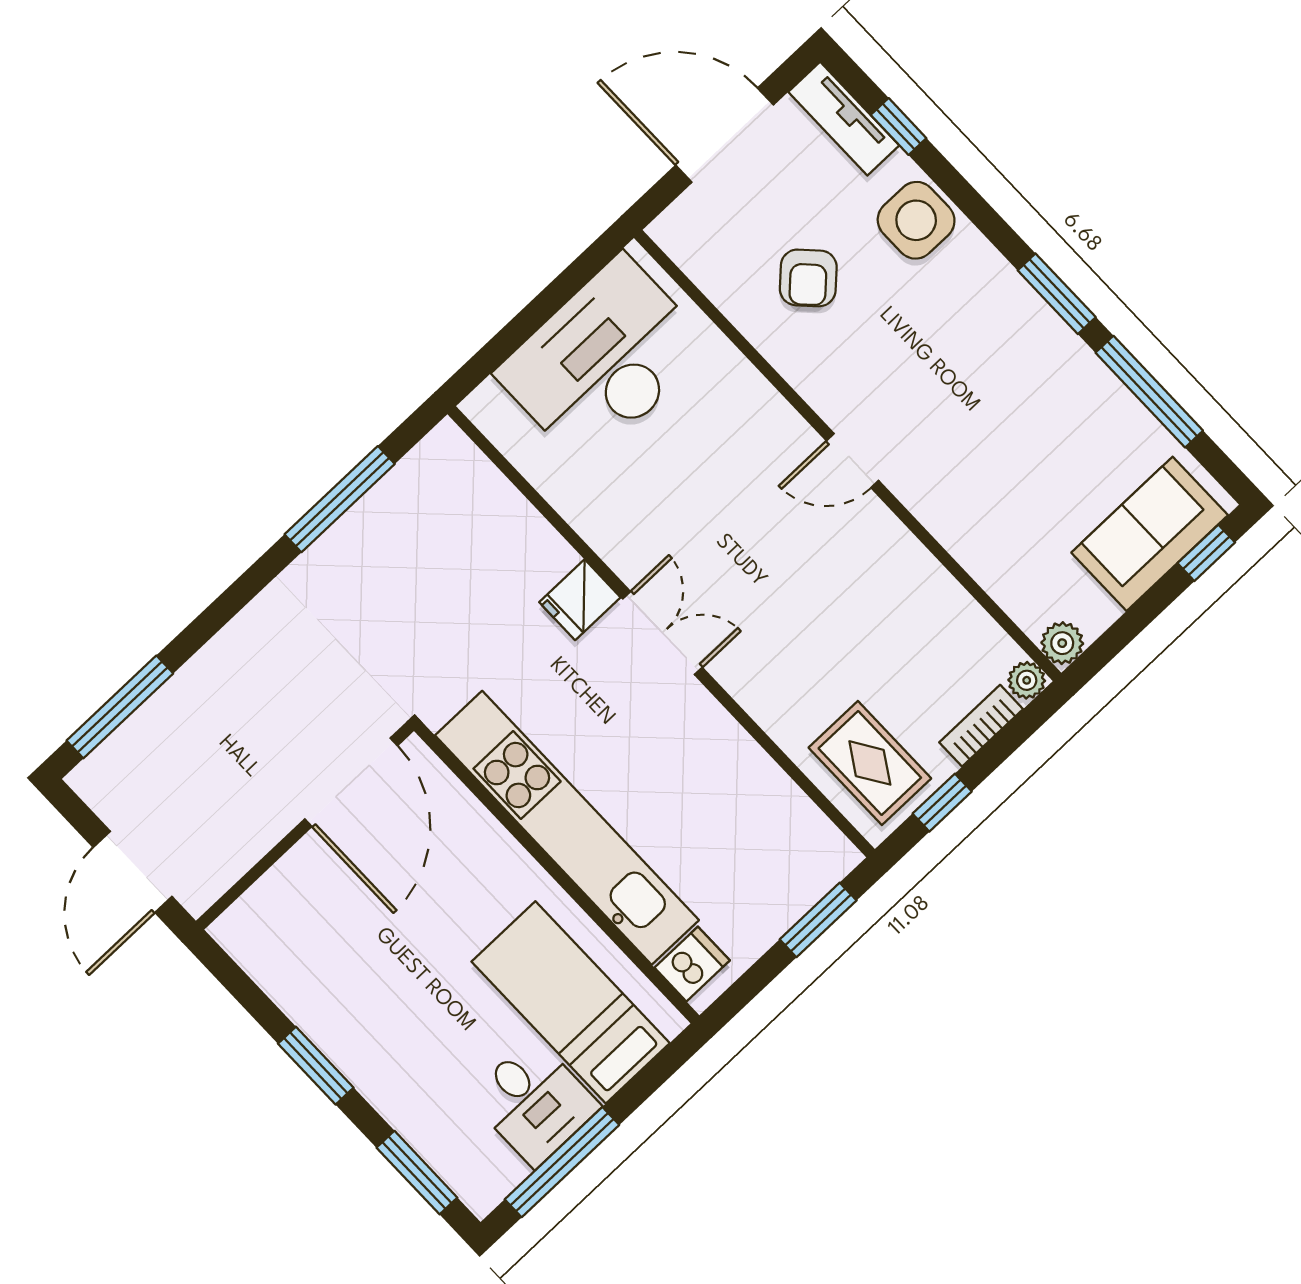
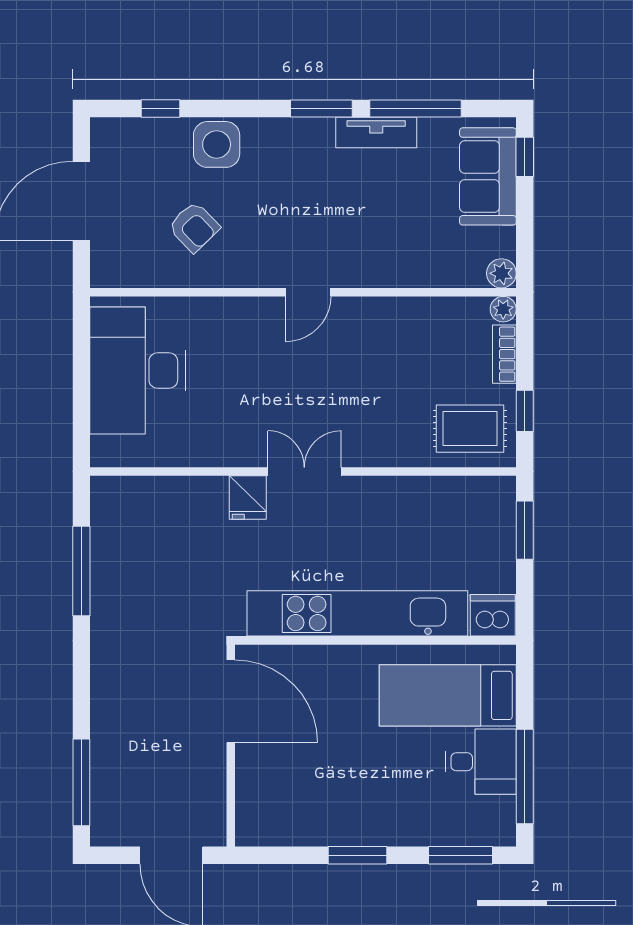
tv unit: (844, 119) -> (376, 132), moved
dishwasher: (692, 964) -> (493, 615), width x1.38

